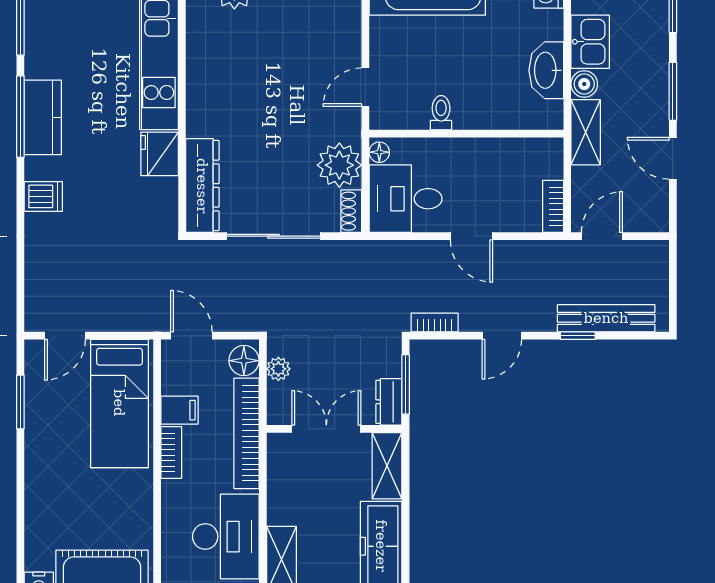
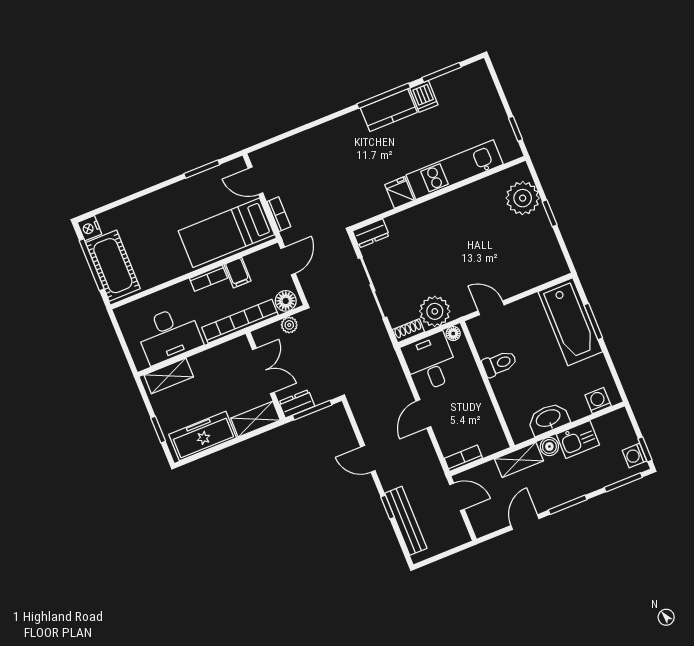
toilet: (441, 113) -> (499, 363), width x1.37, depth x1.39
fridge: (160, 154) -> (400, 192), width x0.72
dresser: (202, 186) -> (371, 233), width x0.51, depth x0.80
dishwasher: (43, 196) -> (424, 96), moved
bookcase: (435, 323) -> (279, 214), moved

